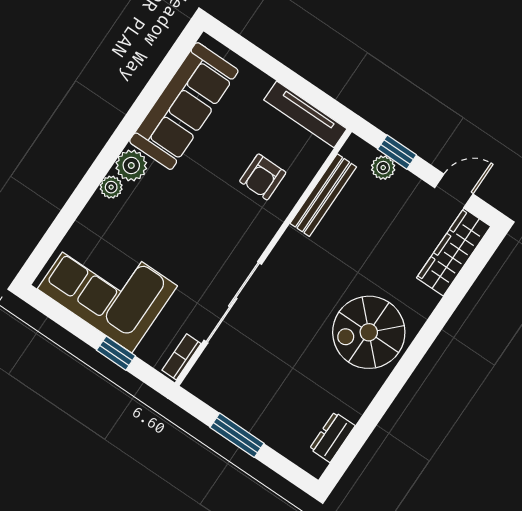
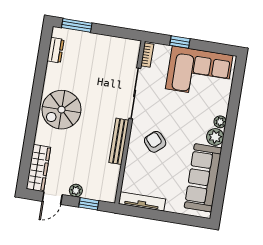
plant: (383, 168) -> (76, 191), moved
armchair: (263, 177) -> (155, 142), moved, turned -42
bench: (323, 195) -> (119, 141), moved
spiral stairs: (369, 332) -> (62, 110), turned 180
window: (237, 435) -> (77, 25), moved

